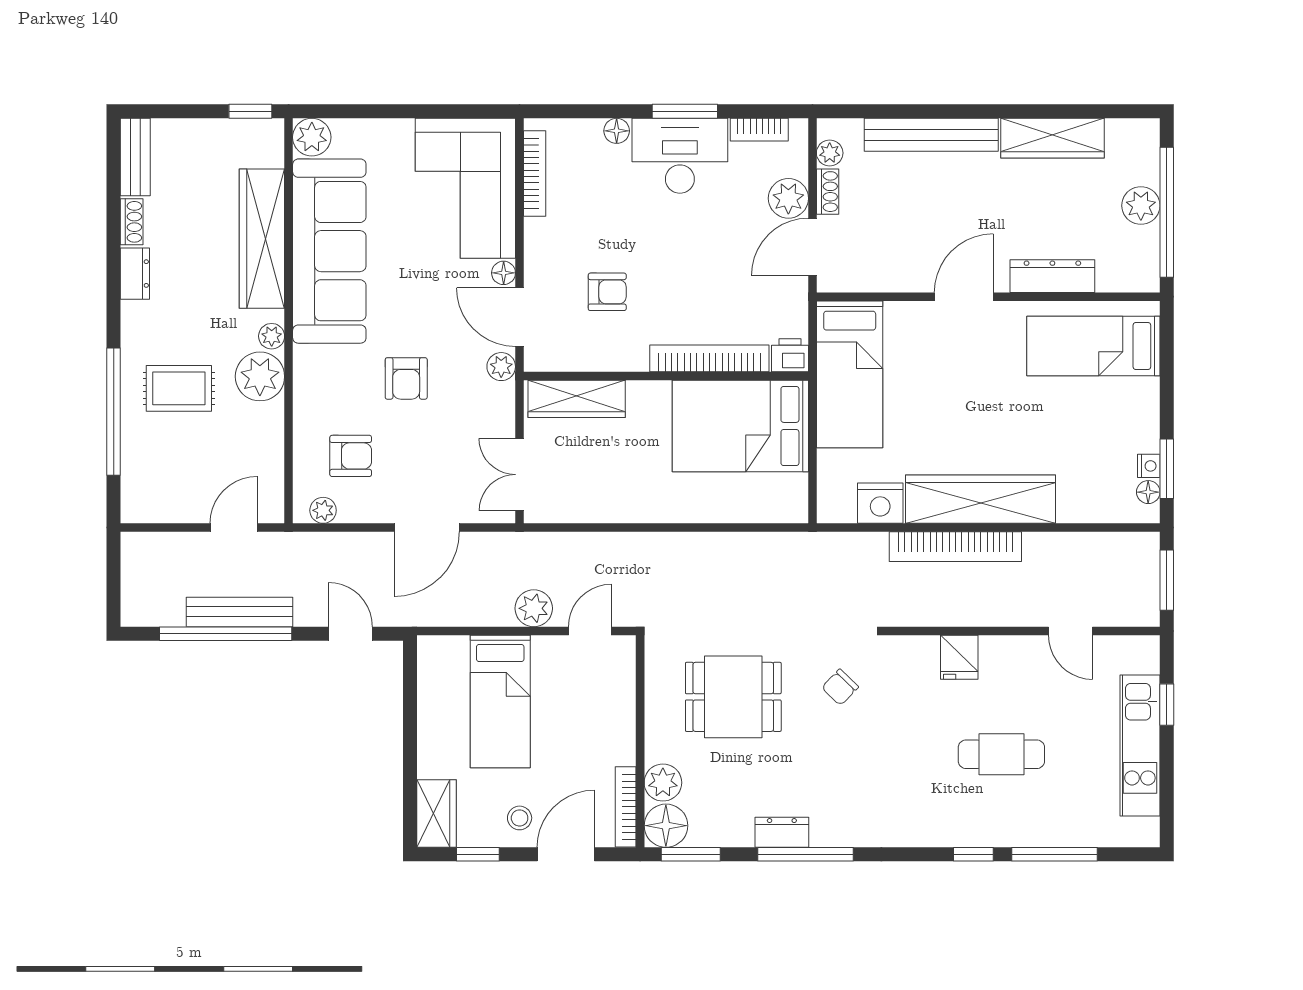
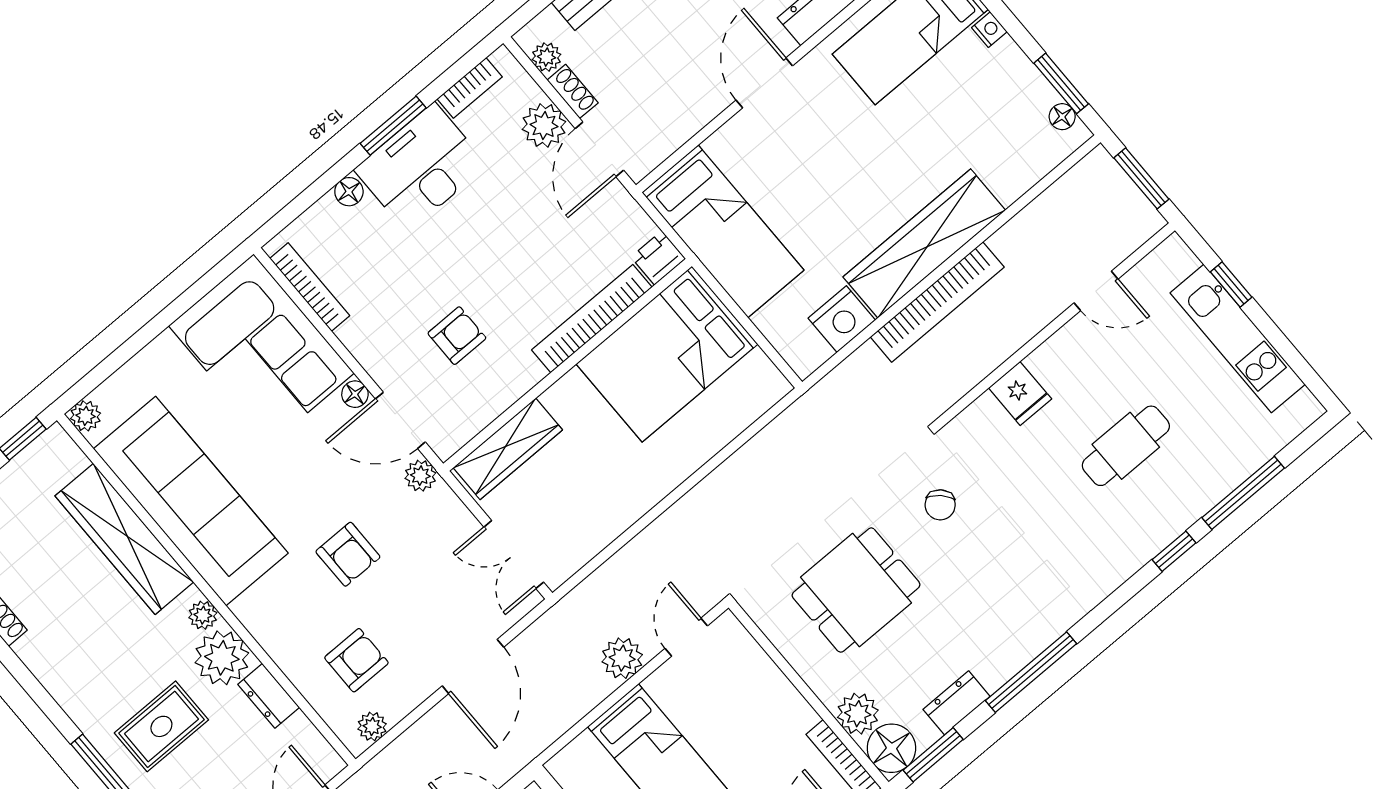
plant: (312, 137) -> (86, 416), width x0.73, depth x0.73
dresser: (135, 274) -> (269, 696), moved, turned 180
nightstand: (1149, 466) -> (989, 30), moved
dresser: (782, 832) -> (957, 703), moved

